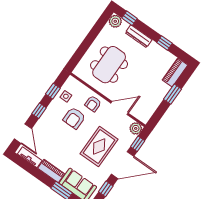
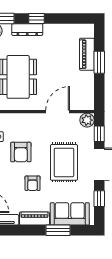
window: (164, 43) -> (36, 18), moved
piano: (175, 72) -> (87, 54), moved
armchair: (93, 104) -> (33, 183), moved

